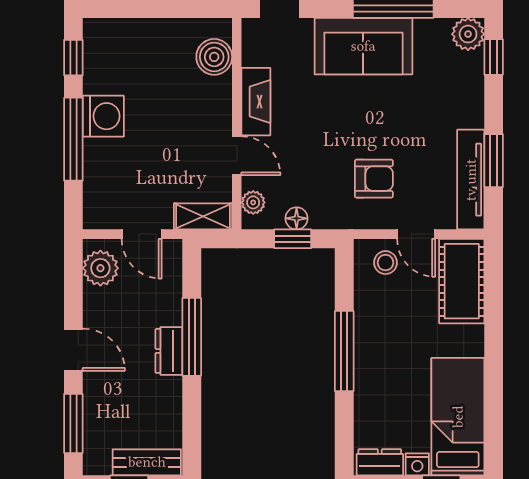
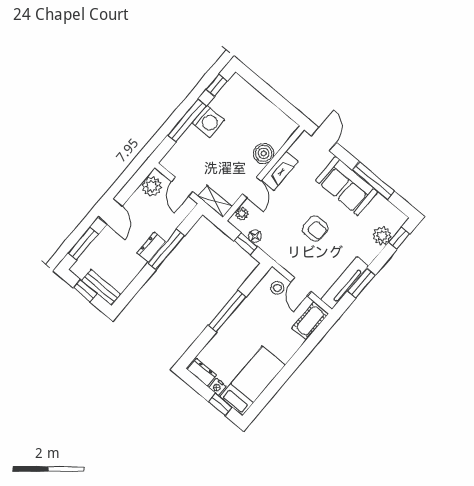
plant: (468, 34) -> (382, 236), moved
boiler: (214, 57) -> (264, 153), moved
armchair: (374, 179) -> (315, 229), moved
cot: (462, 281) -> (310, 321), width x0.73, depth x0.75

